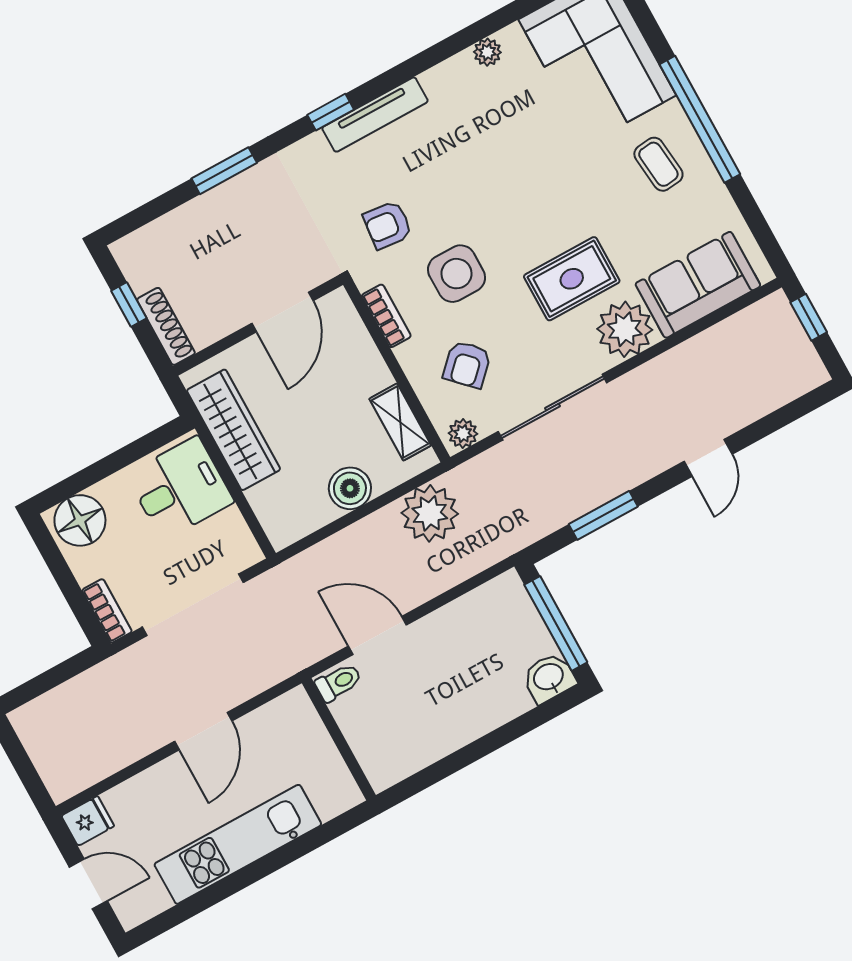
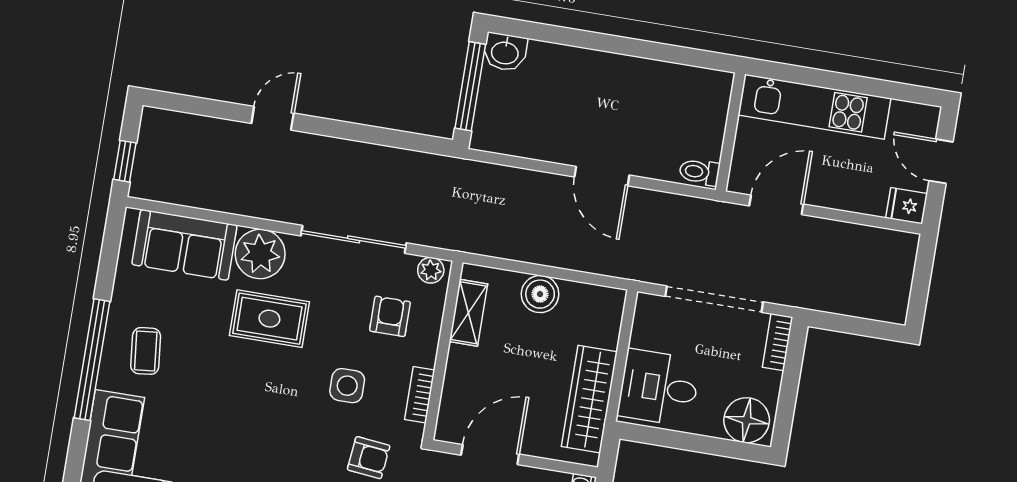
side table: (457, 274) -> (347, 386), width x0.73, depth x0.73
armchair: (467, 364) -> (390, 316), turned -45
plant: (430, 513) -> (498, 233), removed
window: (603, 515) -> (378, 136), removed
toilet: (338, 682) -> (699, 172), moved
wall: (339, 739) -> (730, 132), moved

